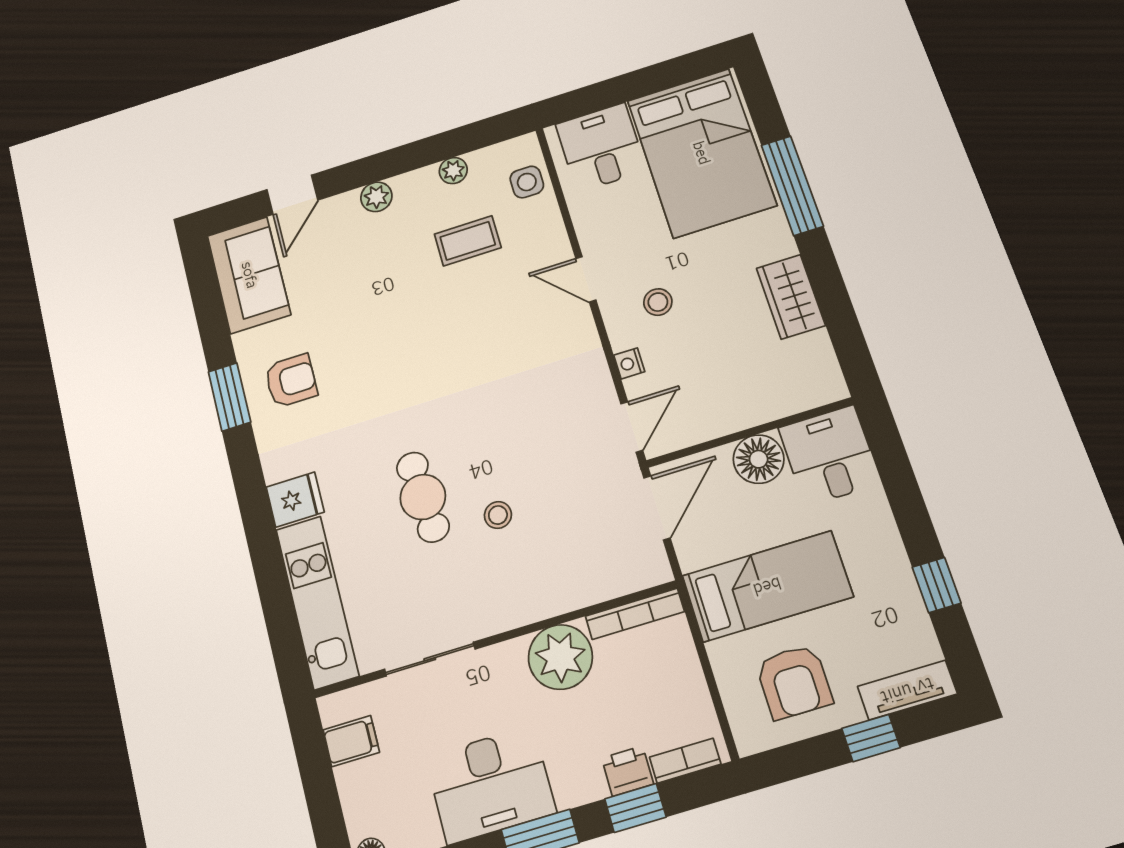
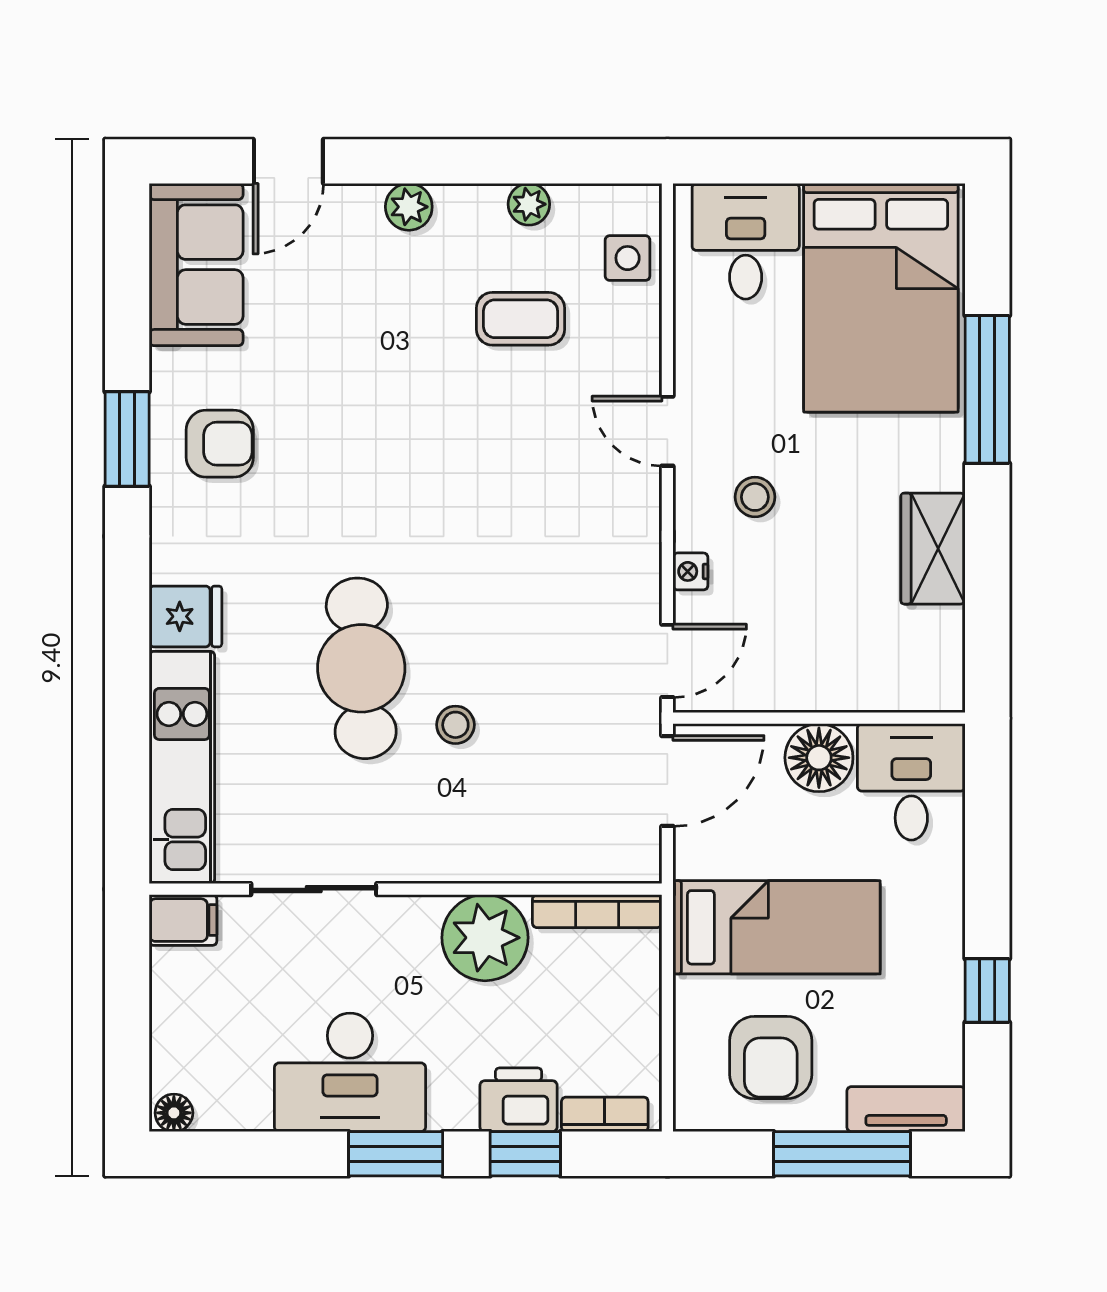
cafe table: (423, 497) -> (361, 668), width x1.37, depth x1.35
window: (871, 738) -> (842, 1154), width x2.17
filing cabinet: (351, 741) -> (183, 920), moved
printer: (628, 771) -> (519, 1100), width x1.36, depth x1.24

